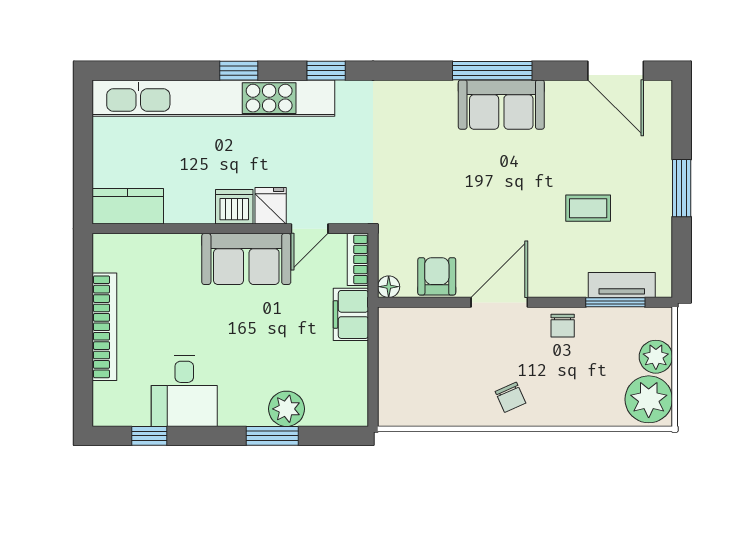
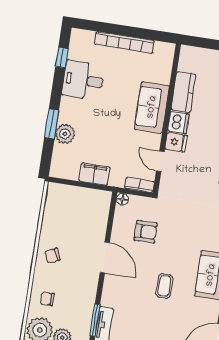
kitchen counter: (128, 206) -> (183, 92), moved
coffee table: (588, 208) -> (164, 286), moved
sofa: (246, 259) -> (152, 107), moved
armchair: (437, 276) -> (146, 232), moved
filing cabinet: (351, 314) -> (94, 174), moved
chair: (563, 326) -> (47, 299), moved

